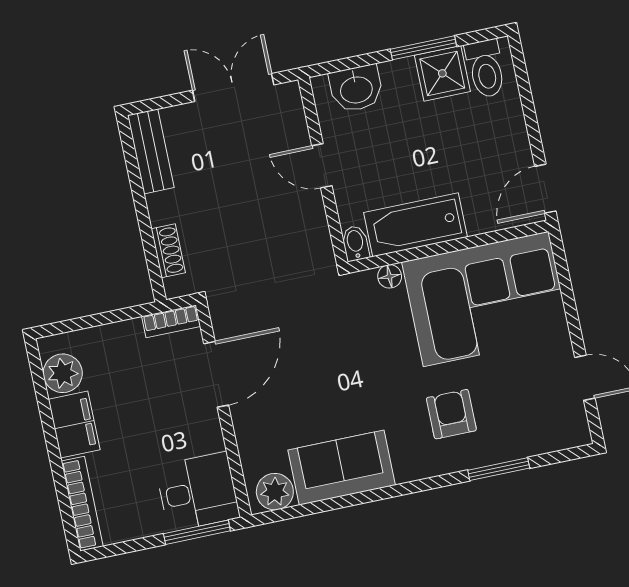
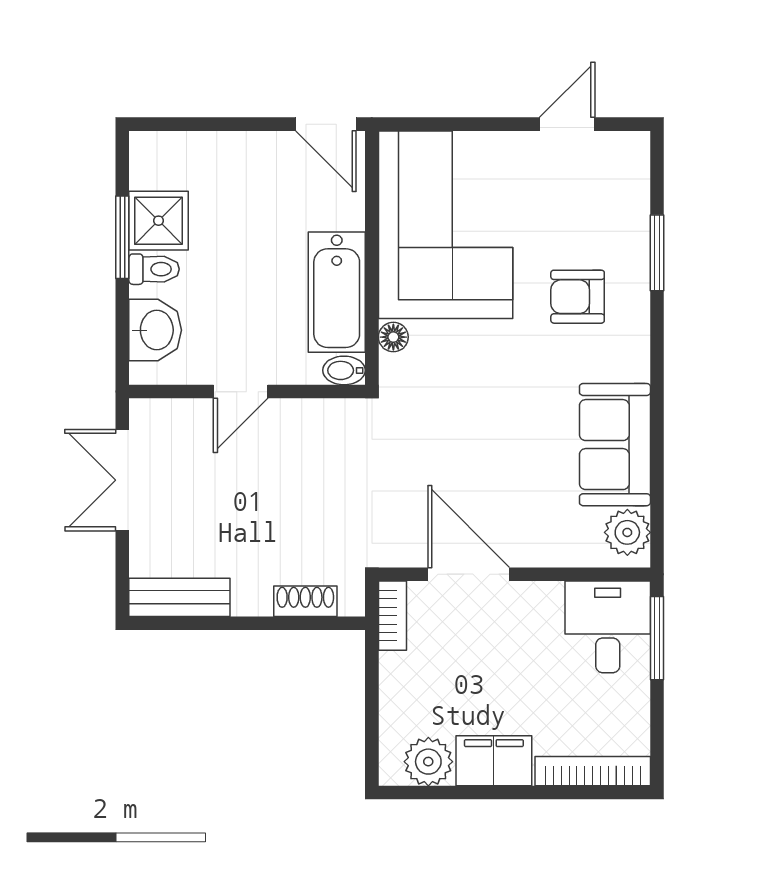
toilet: (486, 69) -> (154, 269), moved, width x0.73, depth x0.72

